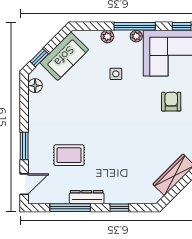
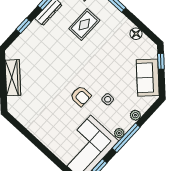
floor lamp: (35, 86) -> (136, 34), moved
armchair: (171, 102) -> (81, 96), moved

